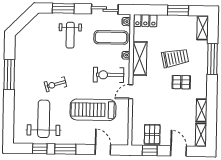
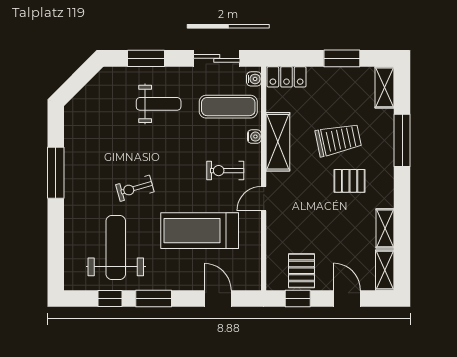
weight bench: (70, 35) -> (159, 104), turned -90
exercise bike: (109, 75) -> (225, 171), width x0.73, depth x0.72

